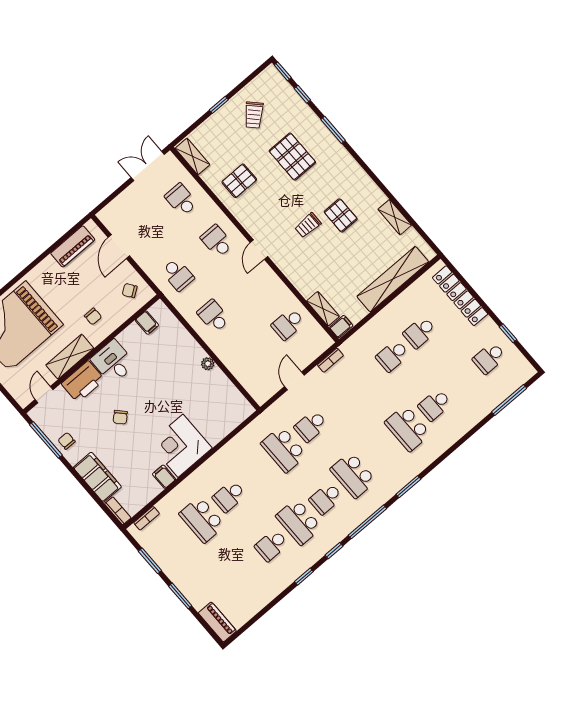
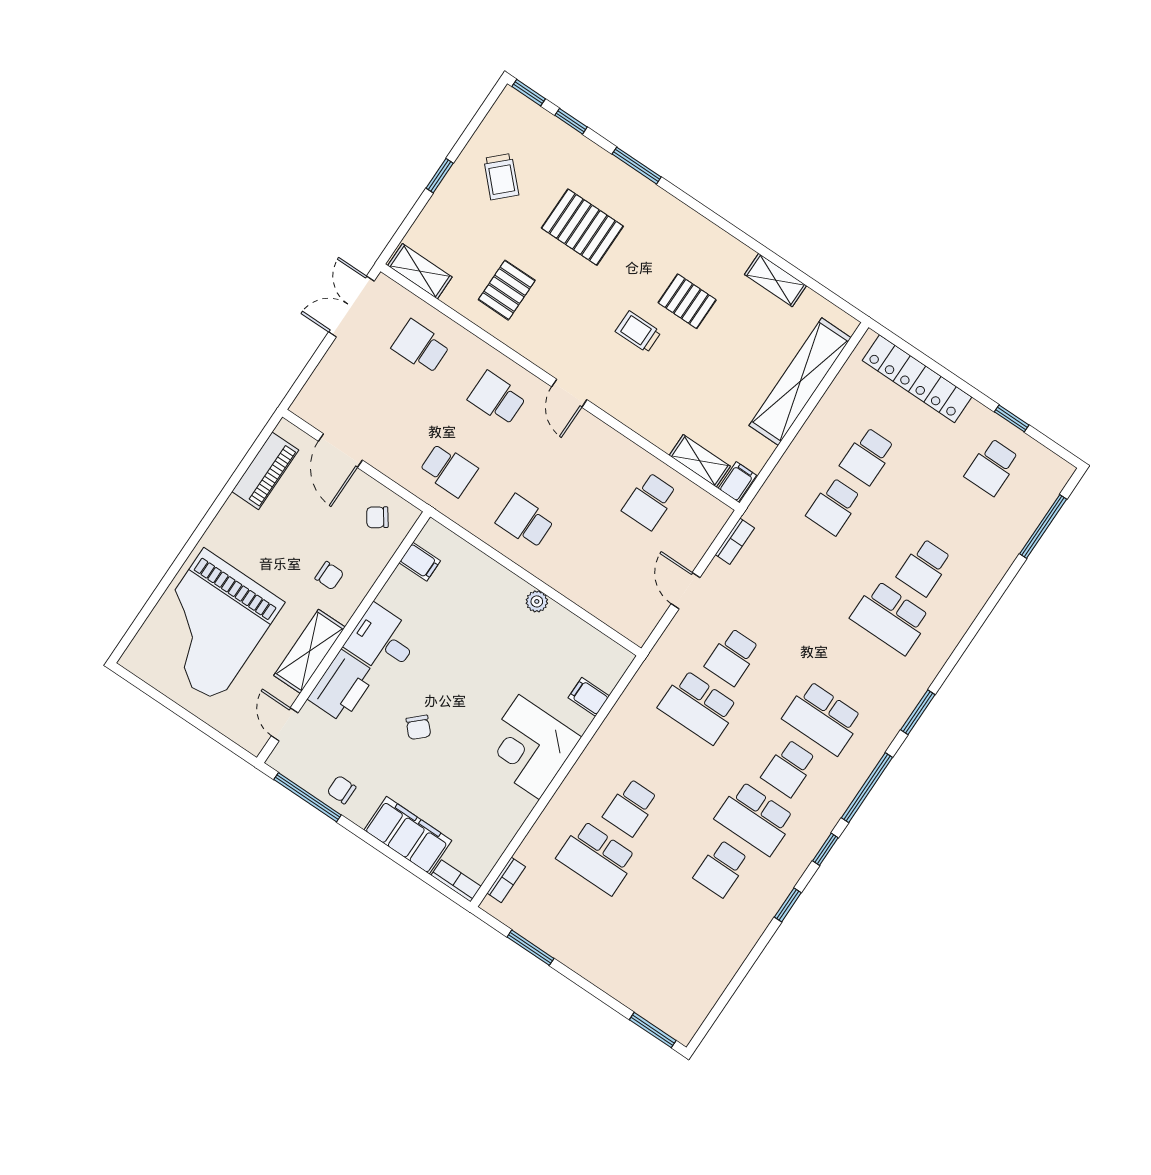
trolley: (308, 225) -> (638, 332), turned 90
filing cabinet: (164, 477) -> (589, 697), moved
window: (180, 596) -> (653, 1030), moved
piano: (217, 622) -> (667, 1017), removed

